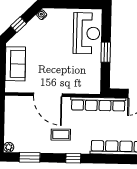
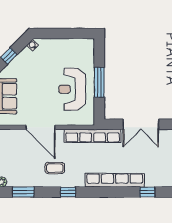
reception desk: (87, 33) -> (72, 89), moved, turned 180
window: (106, 52) -> (99, 82), width x1.44

